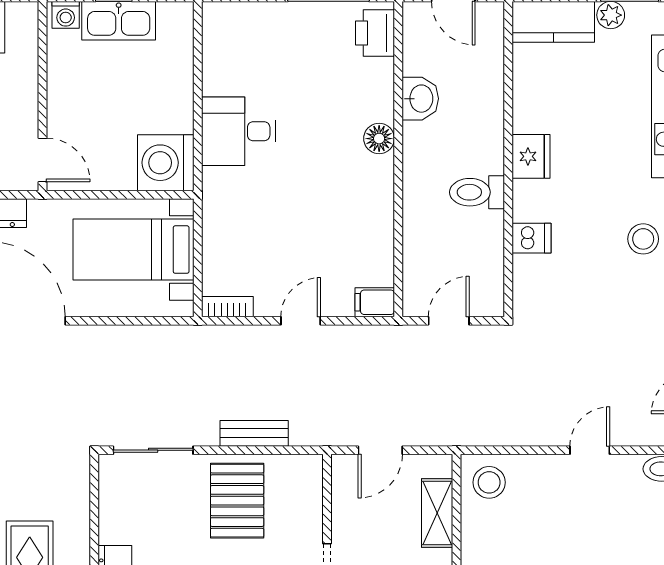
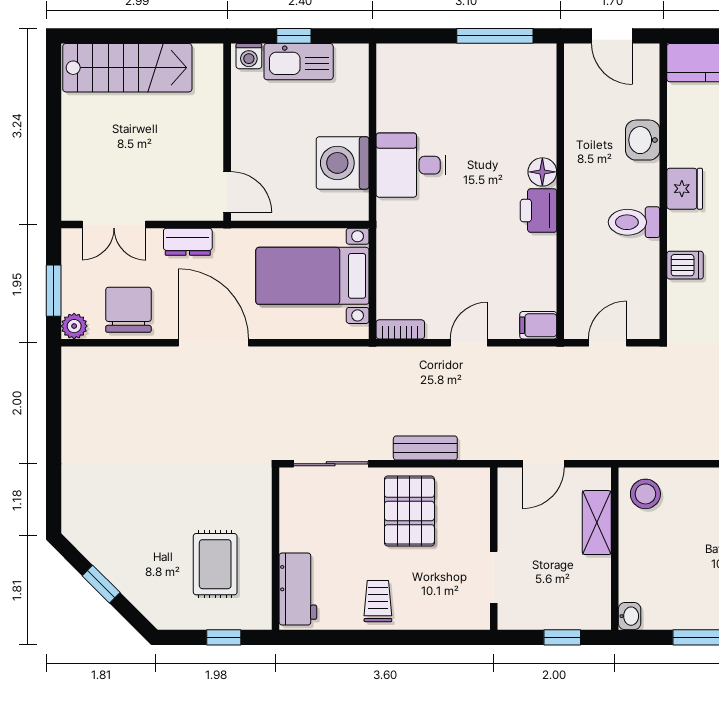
printer: (375, 33) -> (539, 211), moved
washbasin: (420, 99) -> (643, 140), moved, turned 180
washing machine: (166, 163) -> (343, 163), moved

